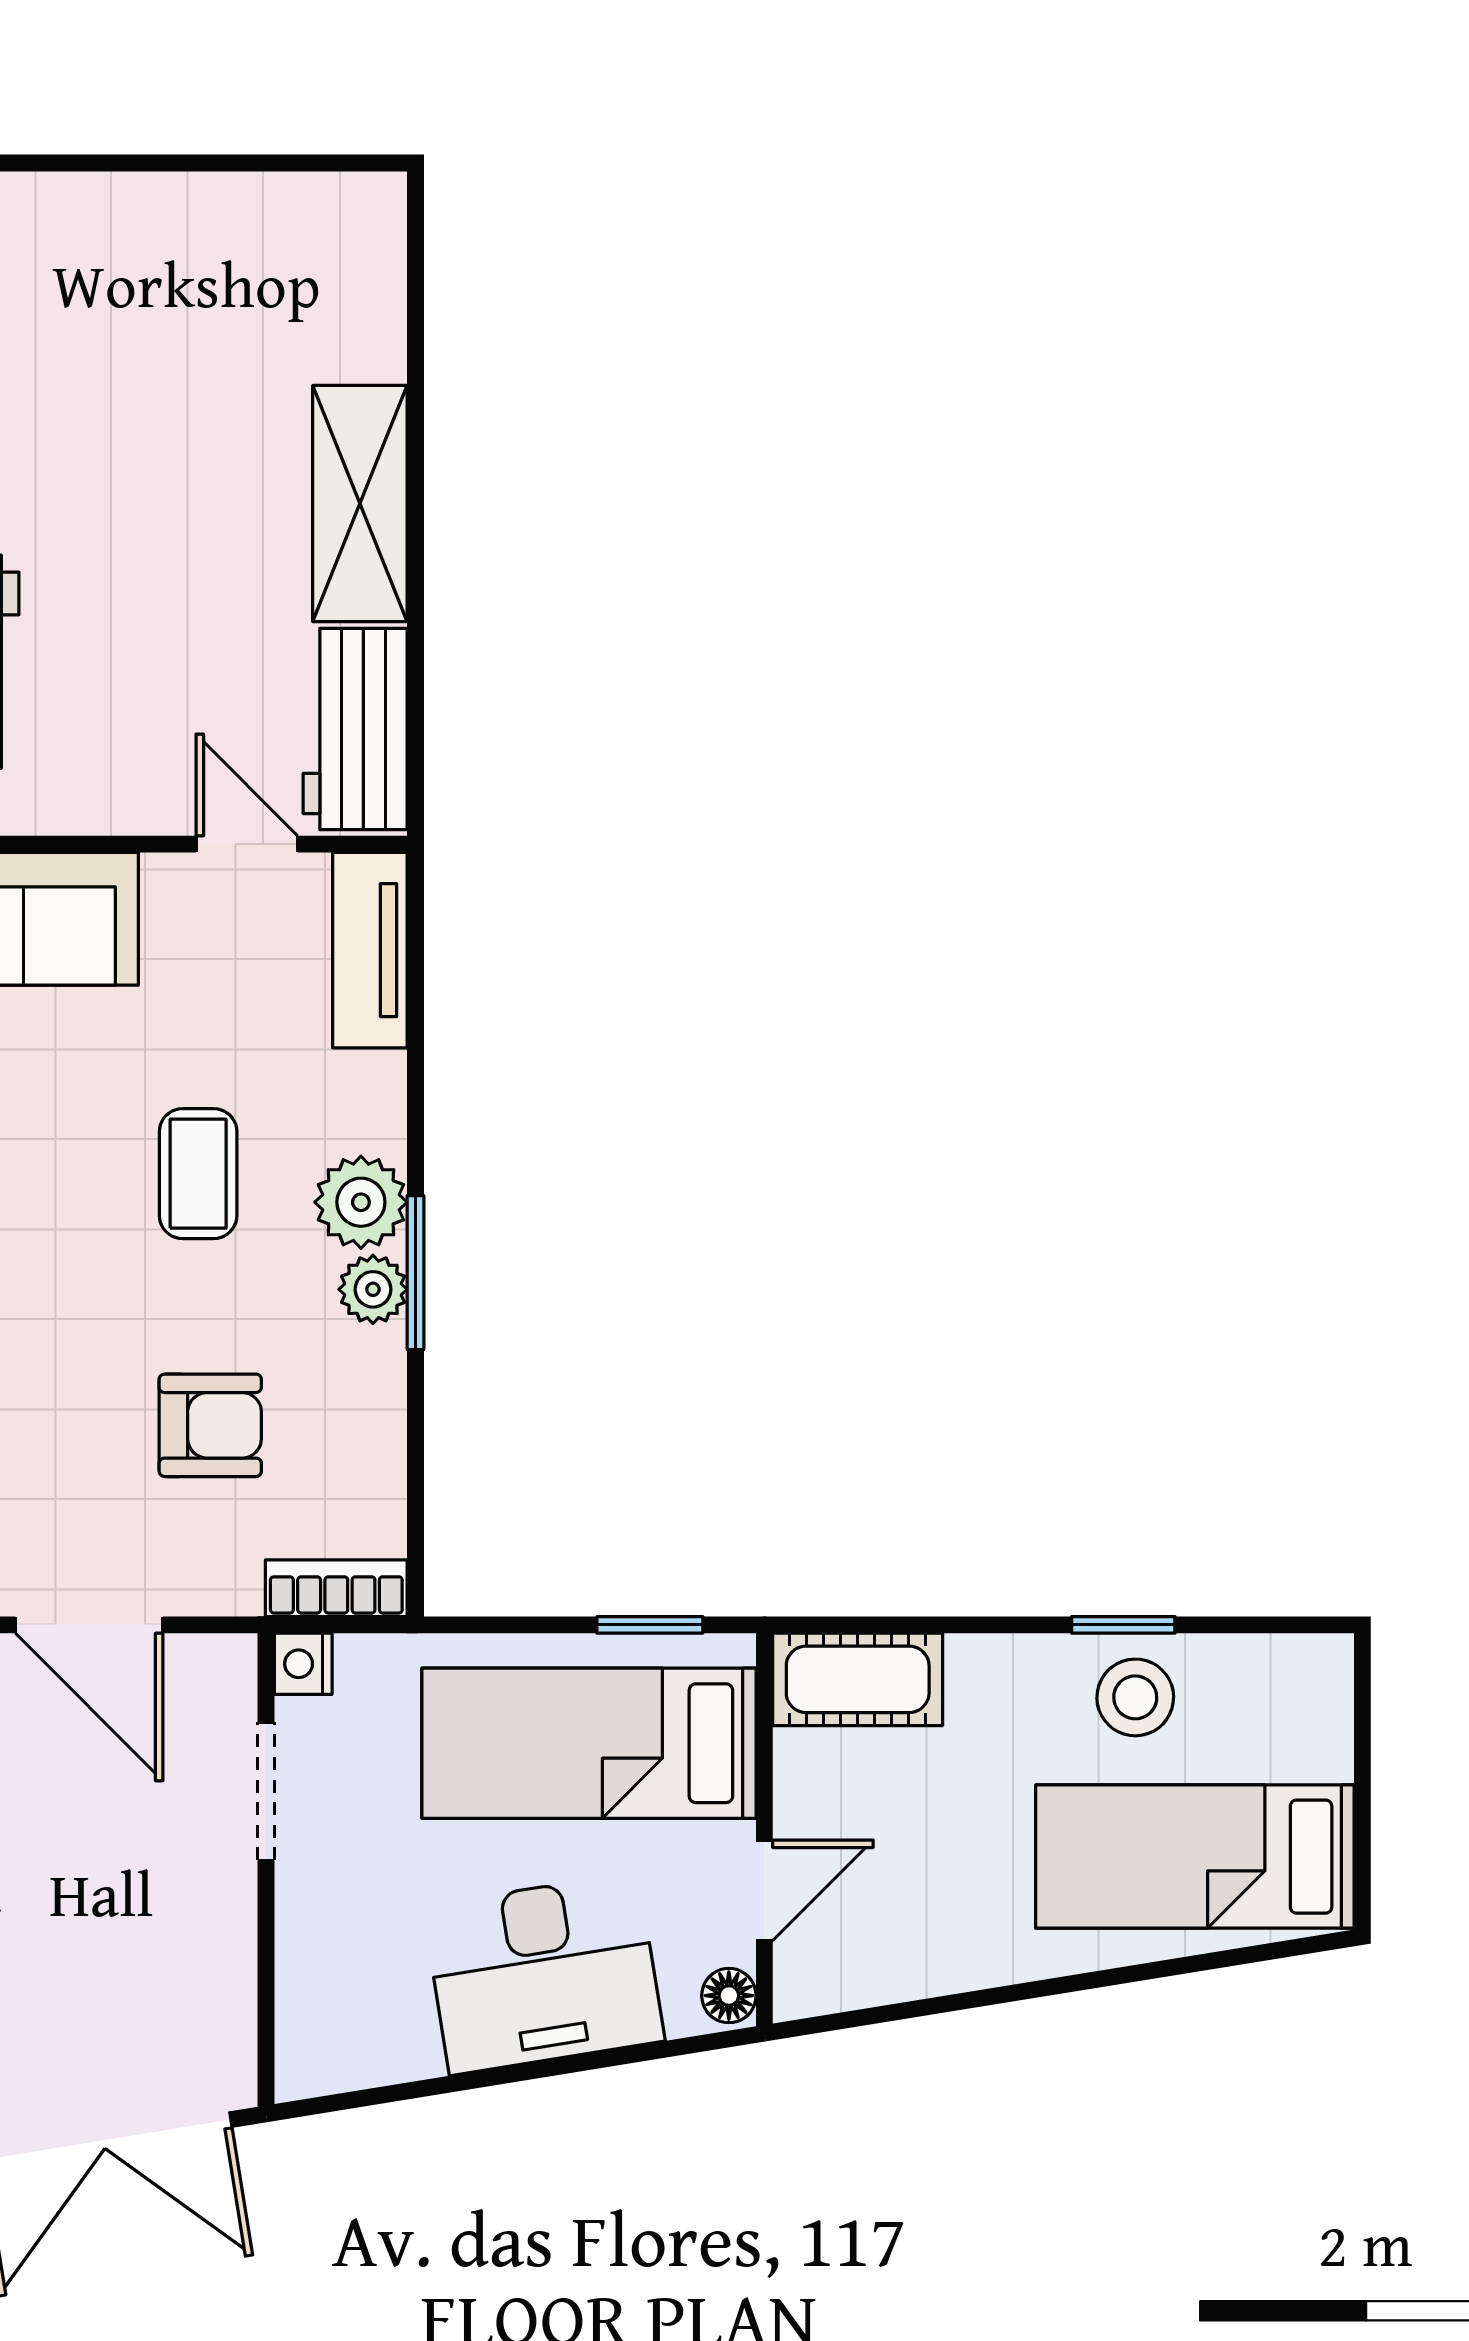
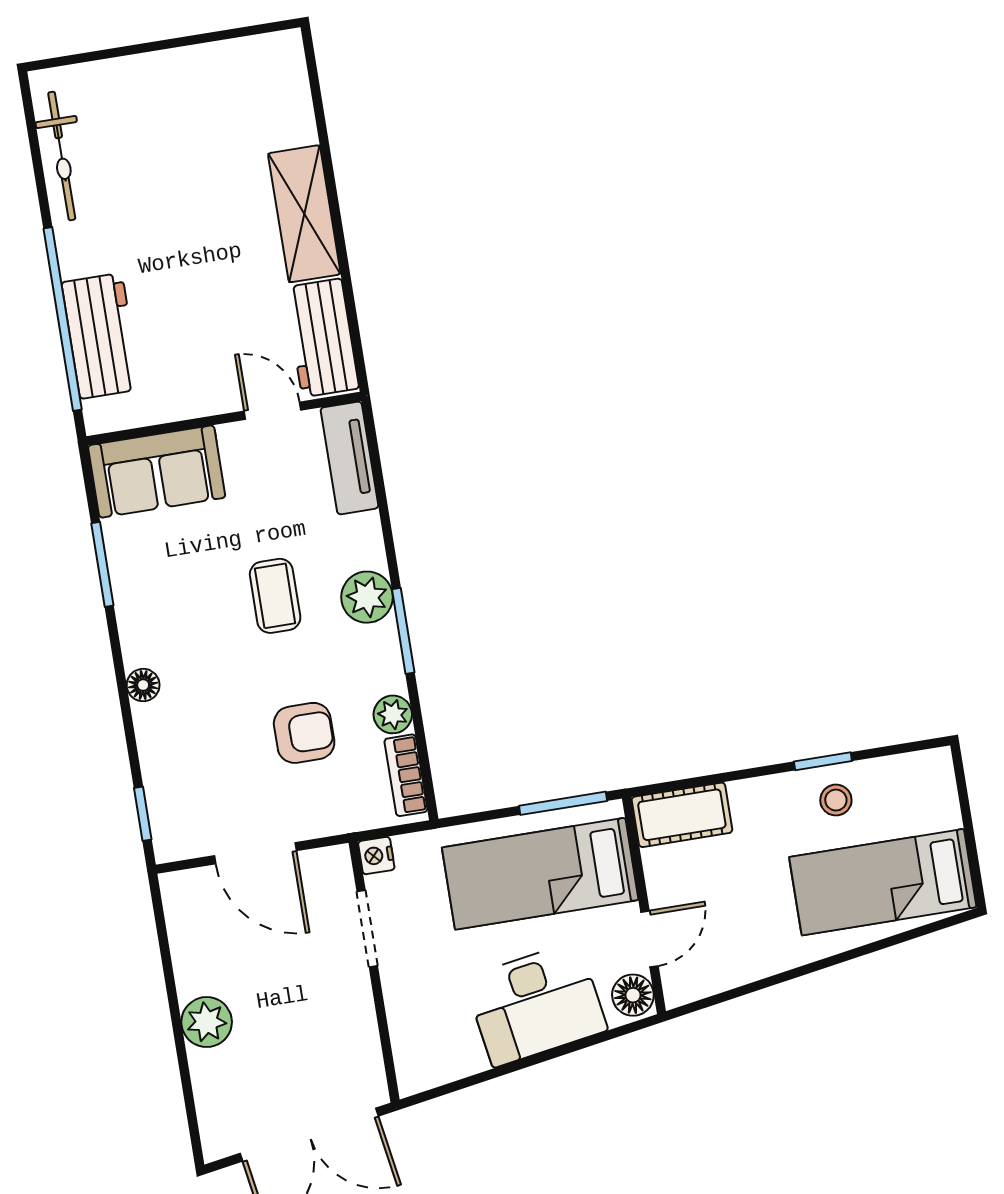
plant: (373, 1289) -> (393, 714), moved
bookcase: (336, 1588) -> (406, 775), moved, turned -90
window: (650, 1625) -> (563, 803), width x1.50
stool: (1135, 1697) -> (836, 800), width x0.73, depth x0.73
floor lamp: (729, 1996) -> (633, 995), width x1.37, depth x1.37

